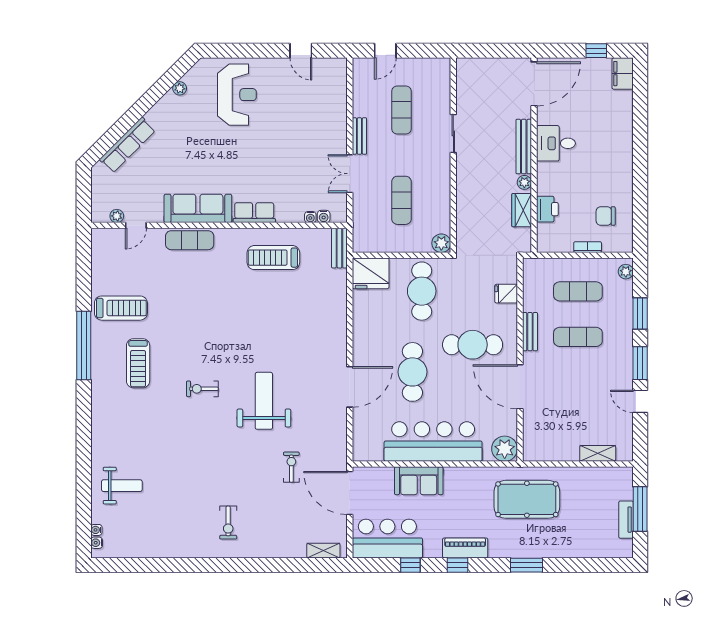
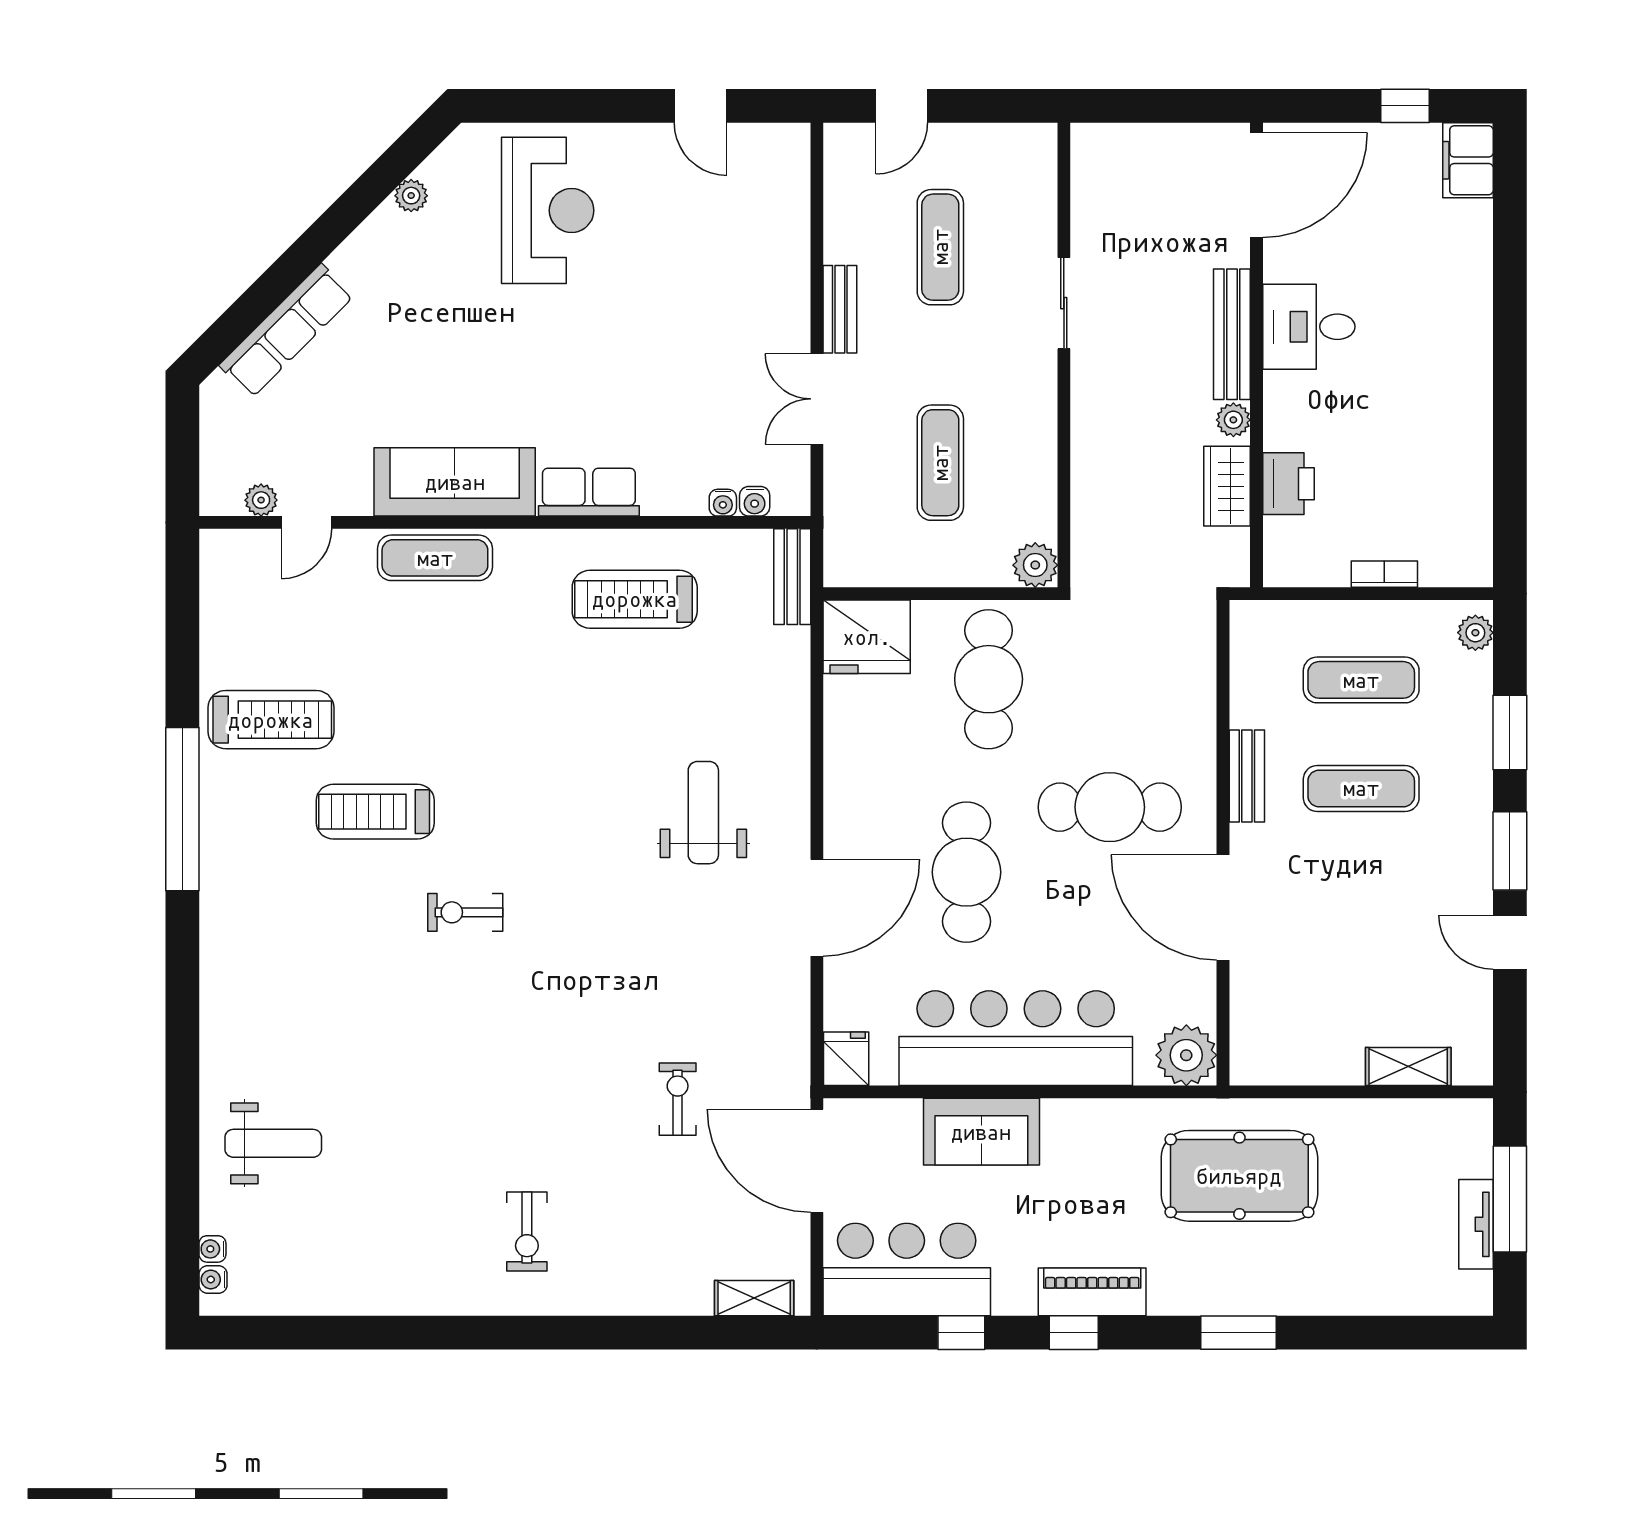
chair: (606, 216) -> (1427, 500), removed
fridge: (506, 294) -> (846, 1059), moved, turned 90
treadmill: (138, 363) -> (375, 812), moved, turned 90
weight bench: (264, 401) -> (703, 813), moved, width x0.73, depth x0.75

